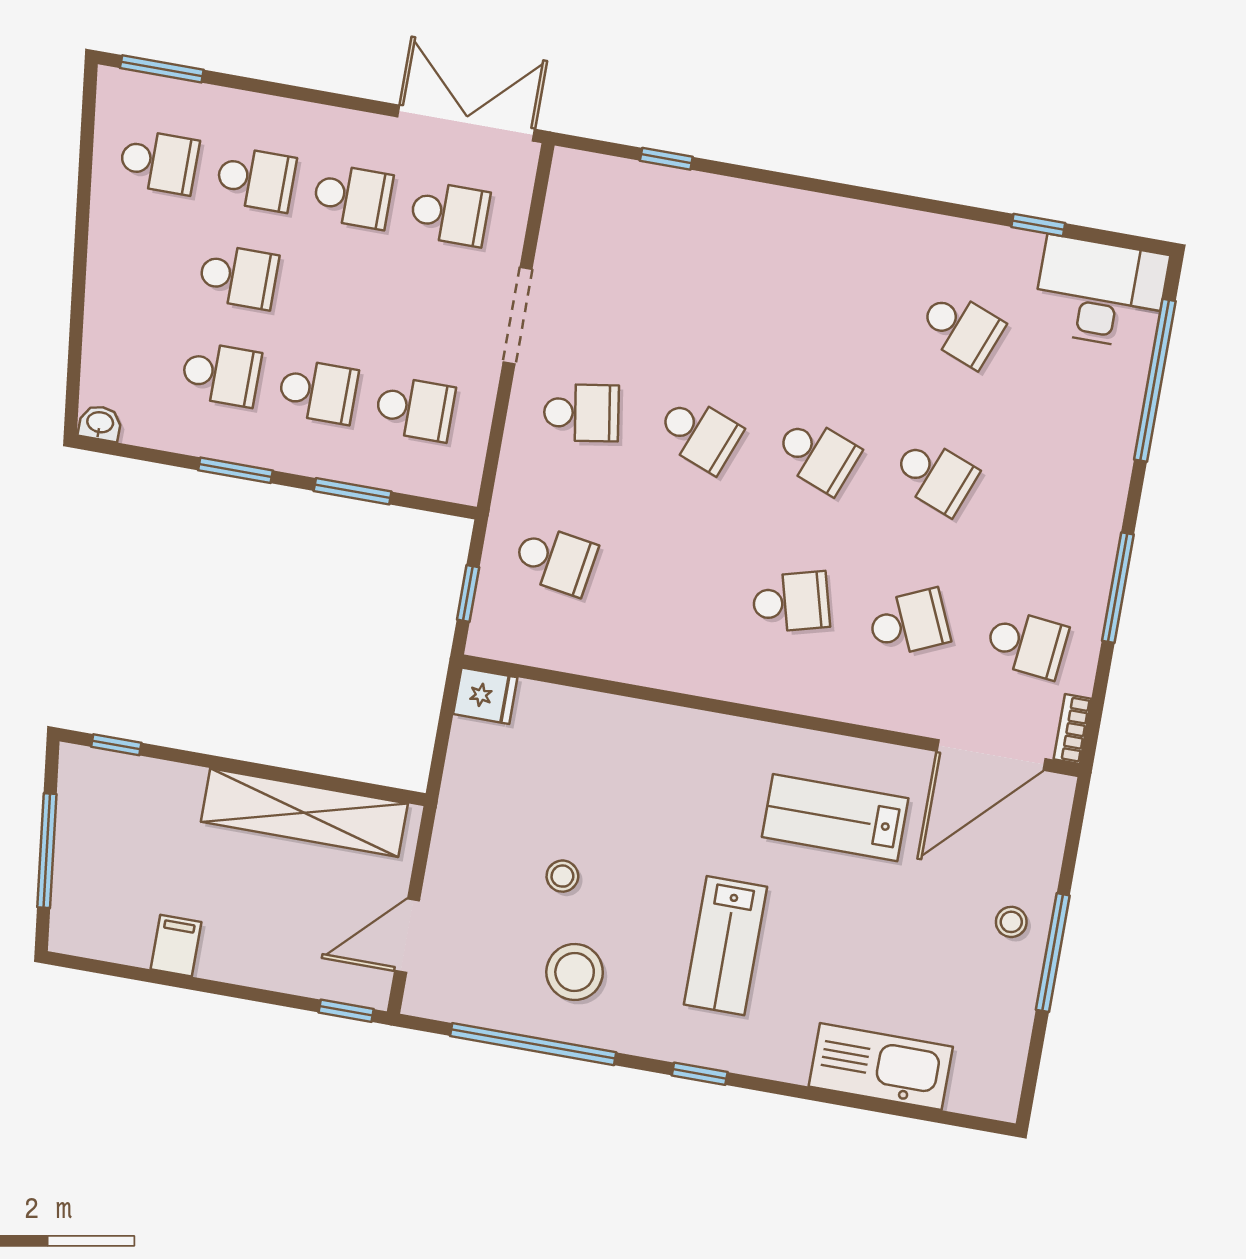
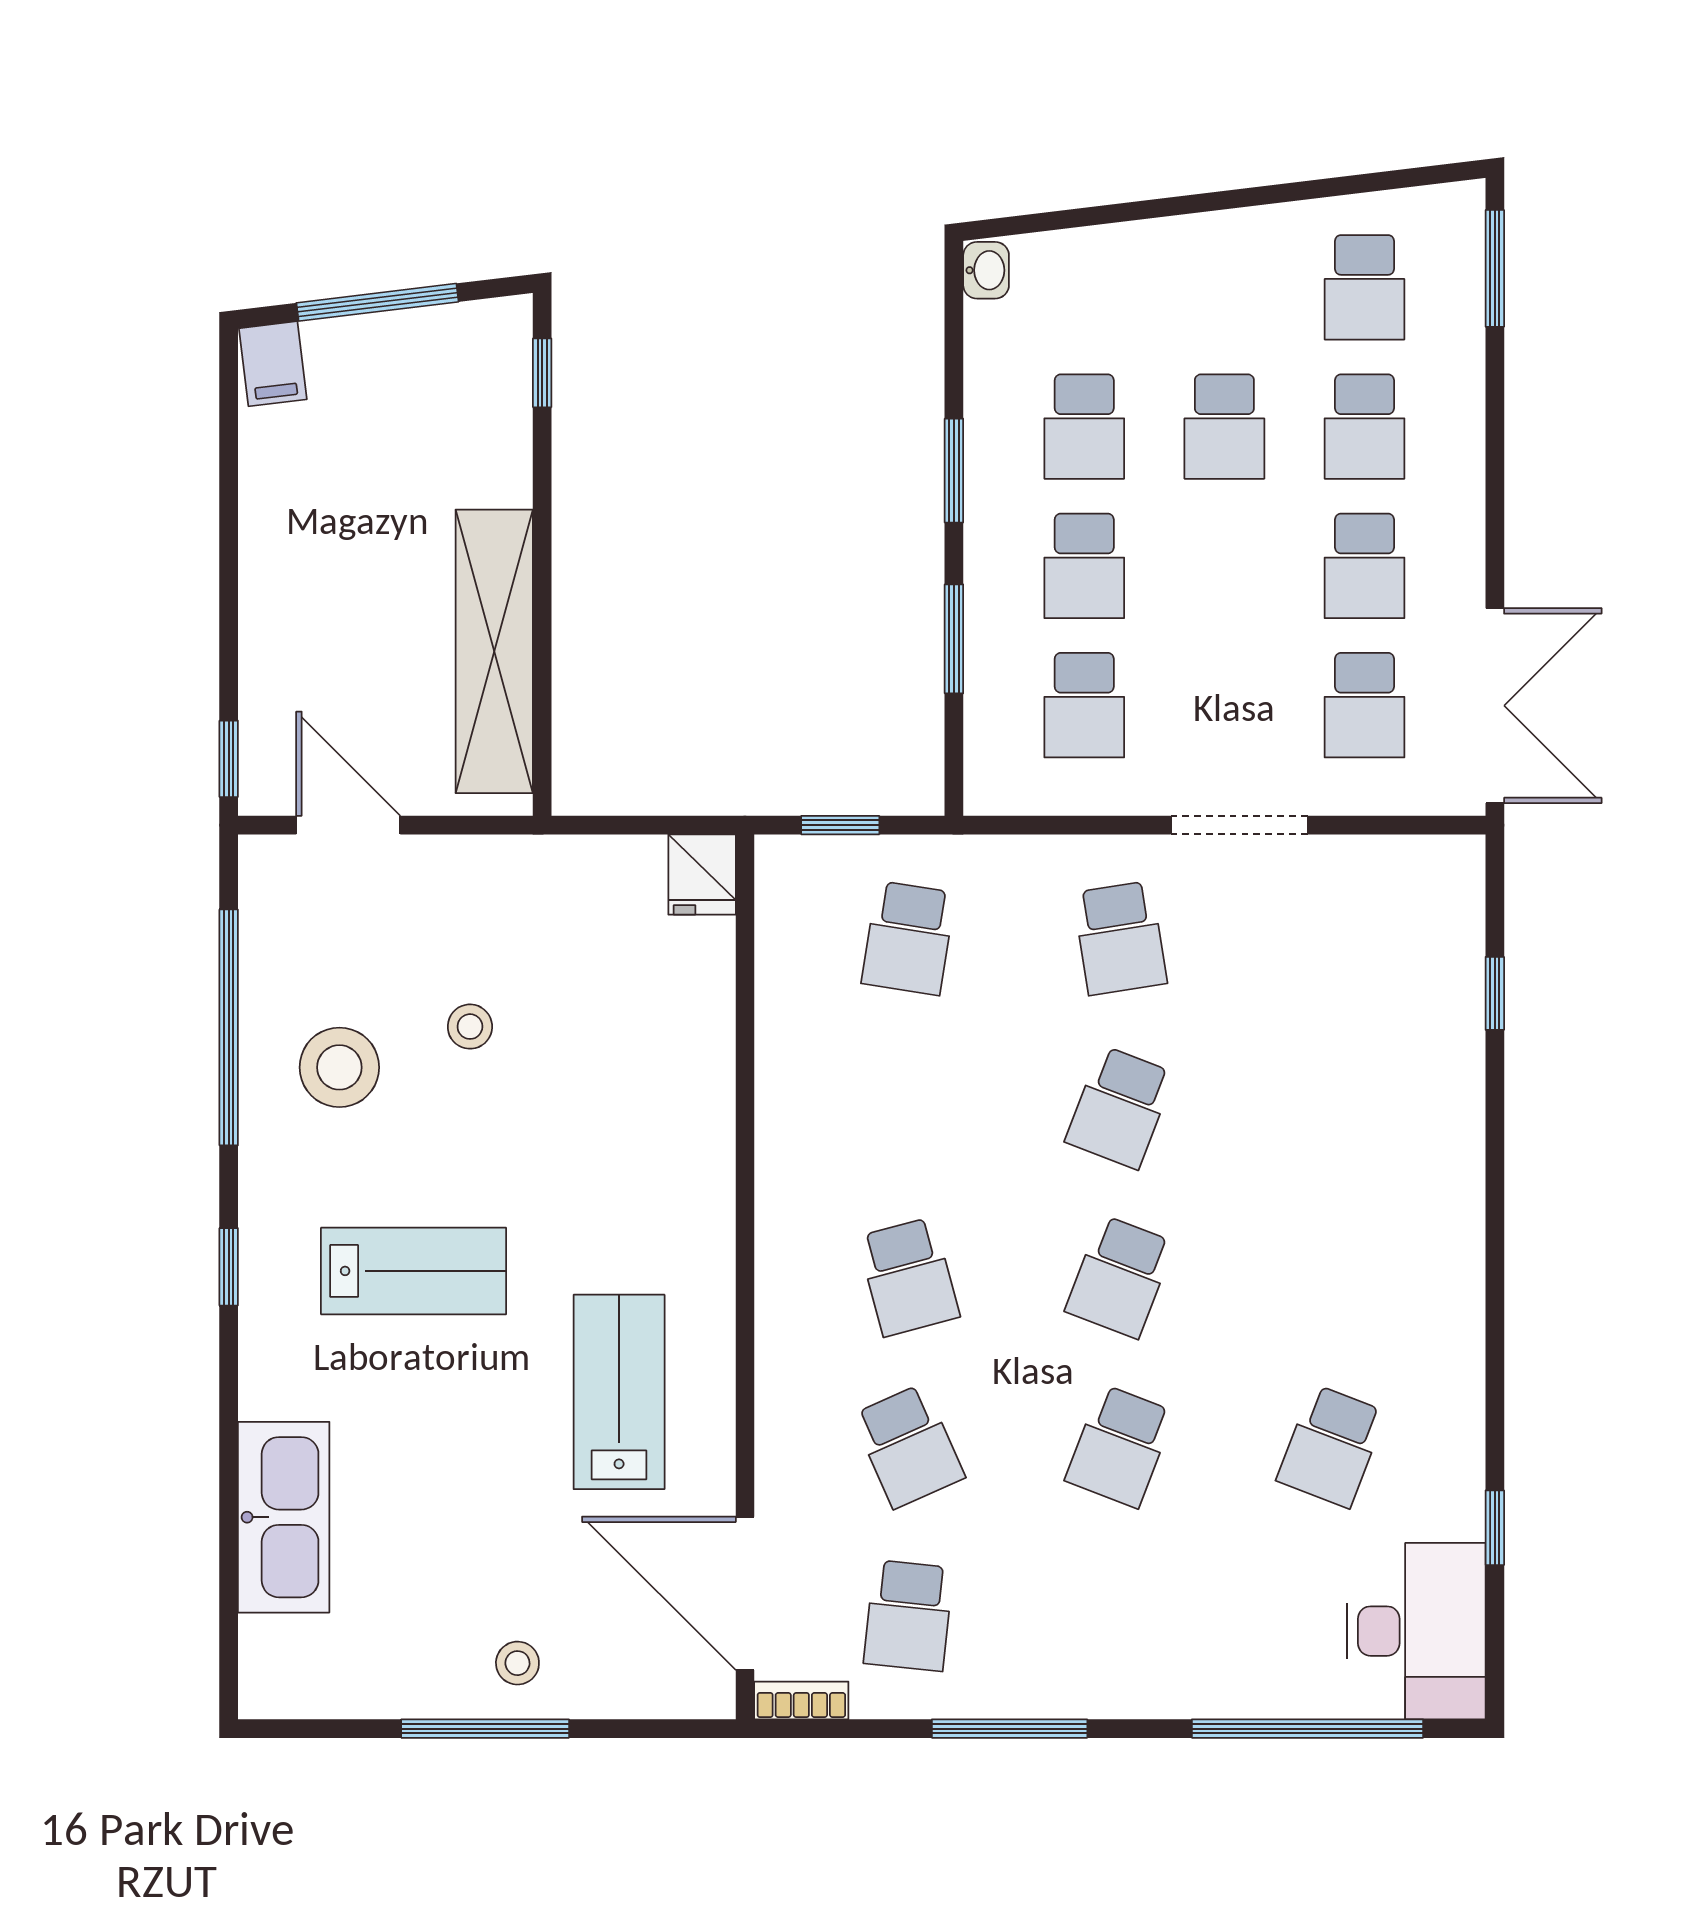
filing cabinet: (176, 946) -> (273, 364), moved, turned 83
lab bench: (725, 946) -> (414, 1271), turned 180

